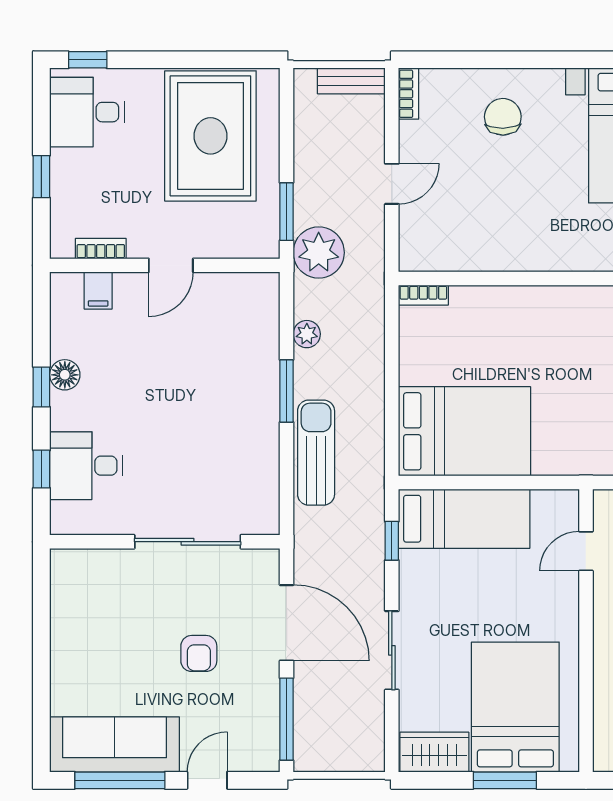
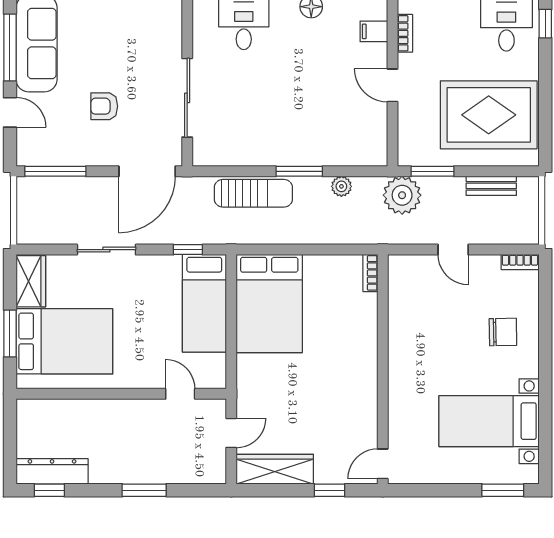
bench: (351, 81) -> (491, 186), moved, turned 90
door: (287, 623) -> (147, 171), moved

